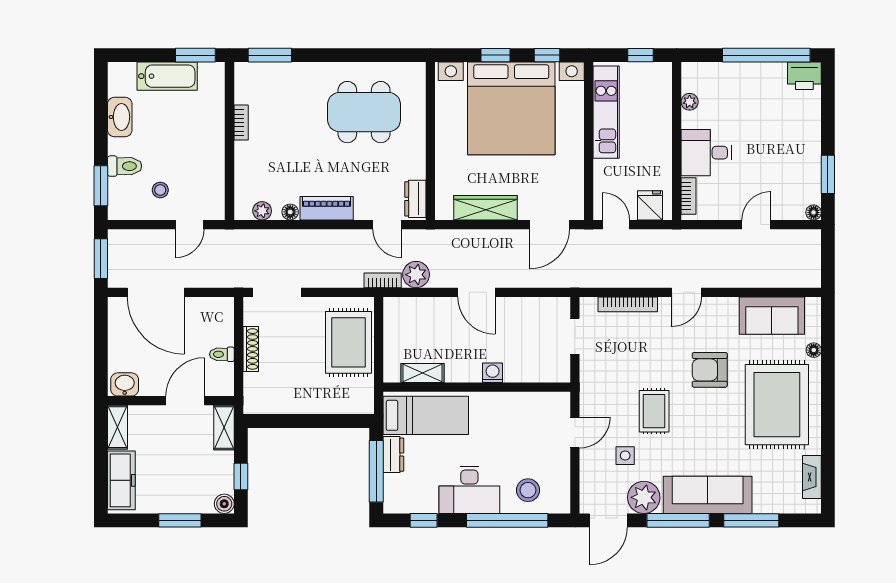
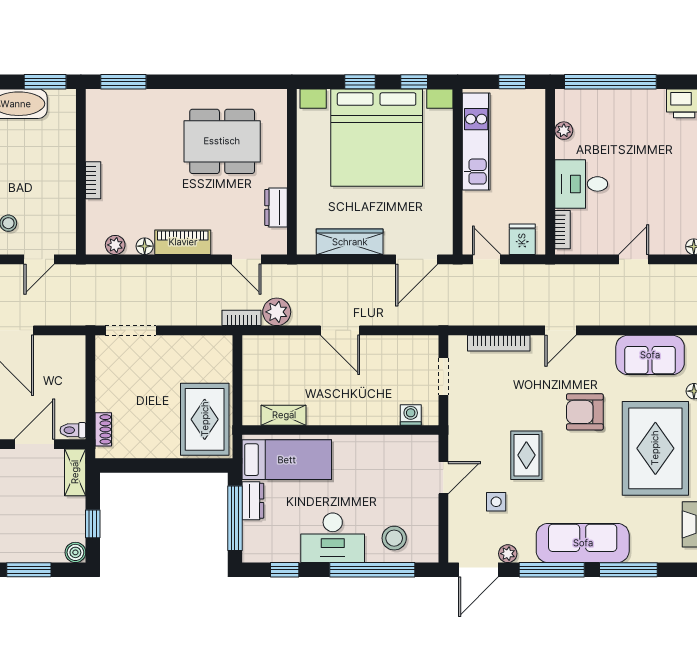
window: (766, 55) -> (610, 82), moved
bookcase: (241, 123) -> (93, 180), moved
dresser: (415, 199) -> (276, 207), moved
rug: (348, 342) -> (205, 419), moved
shoe rack: (251, 349) -> (103, 429), moved, width x0.70
toilet: (222, 354) -> (73, 430), moved
washing machine: (493, 373) -> (411, 415), moved
plant: (644, 497) -> (508, 554), width x0.53, depth x0.53

